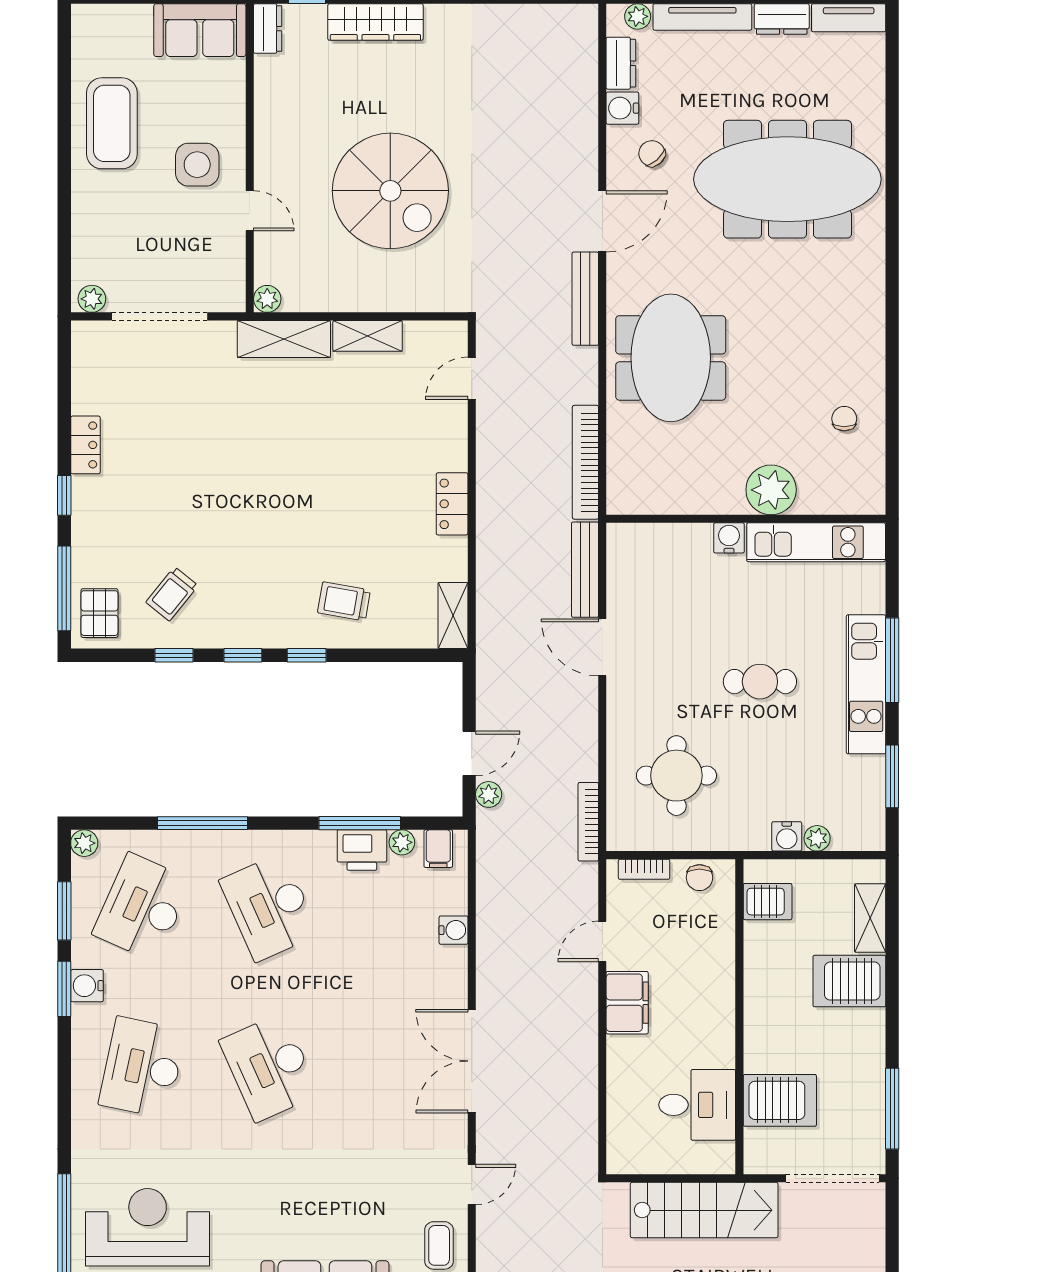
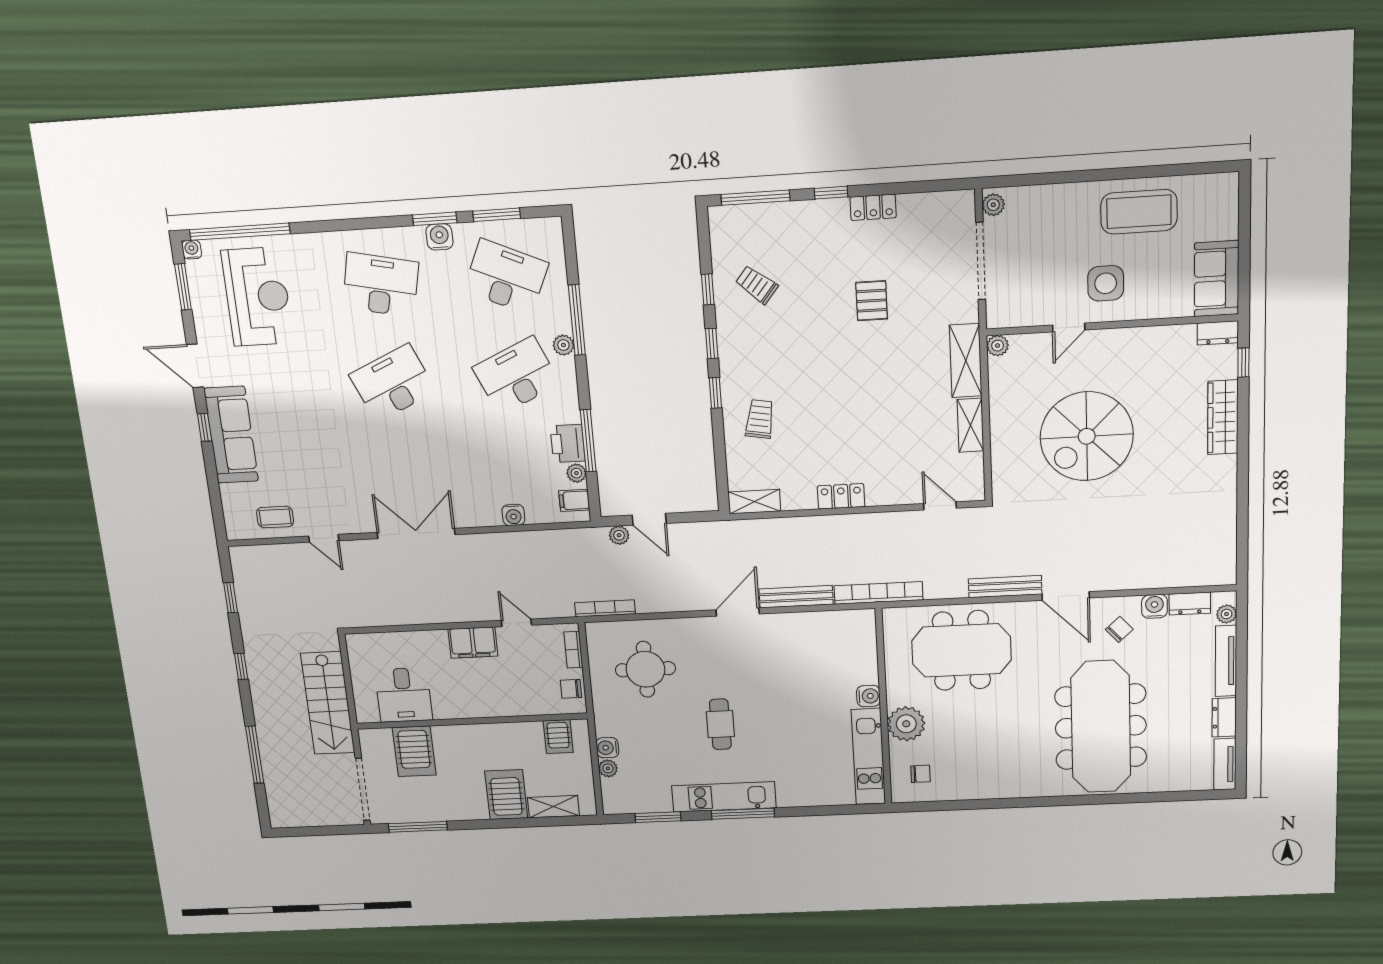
plant: (771, 490) -> (906, 724), moved
wall: (746, 519) -> (884, 707), moved
water cooler: (729, 538) -> (868, 696), moved
kitchen unit: (816, 542) -> (868, 757), moved
pallet: (99, 613) -> (872, 301), moved, turned 90
plant: (84, 843) -> (563, 345), moved

